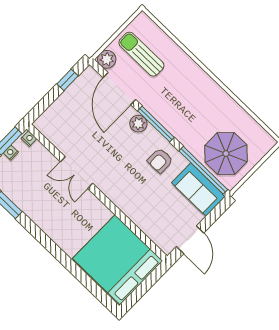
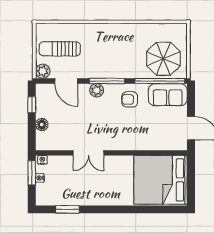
door: (119, 89) -> (66, 81), width x0.73
floor lamp: (59, 106) -> (42, 125), added
armchair: (160, 161) -> (130, 99), turned 90

